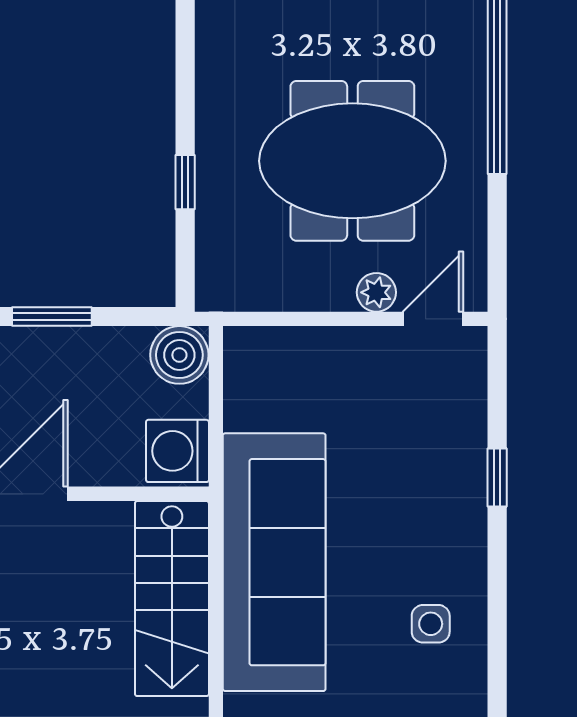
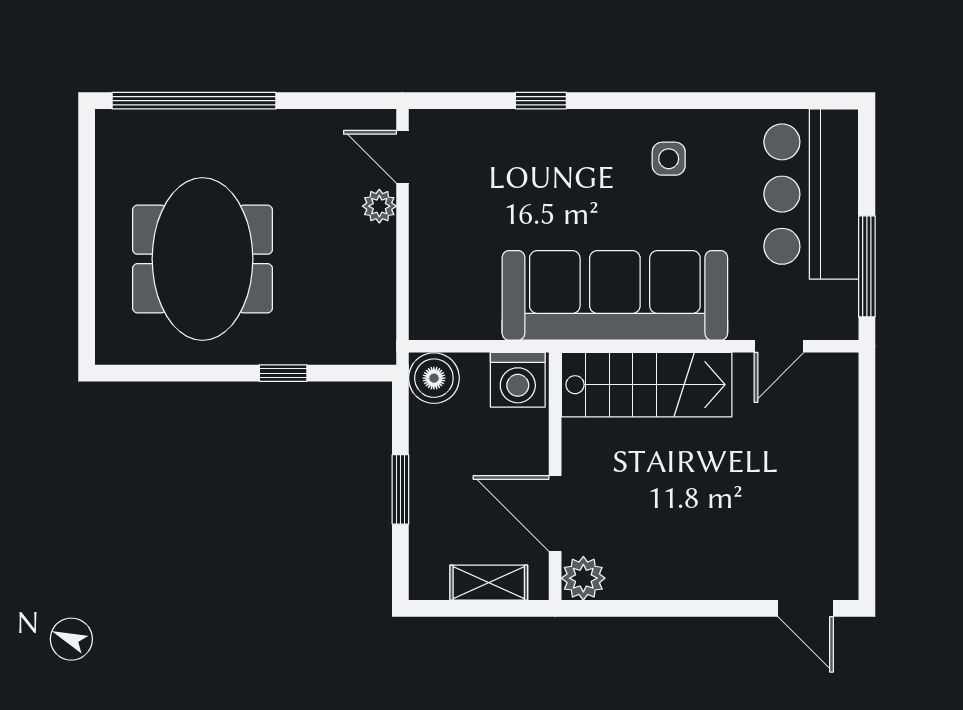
meeting table: (352, 161) -> (202, 259), moved

